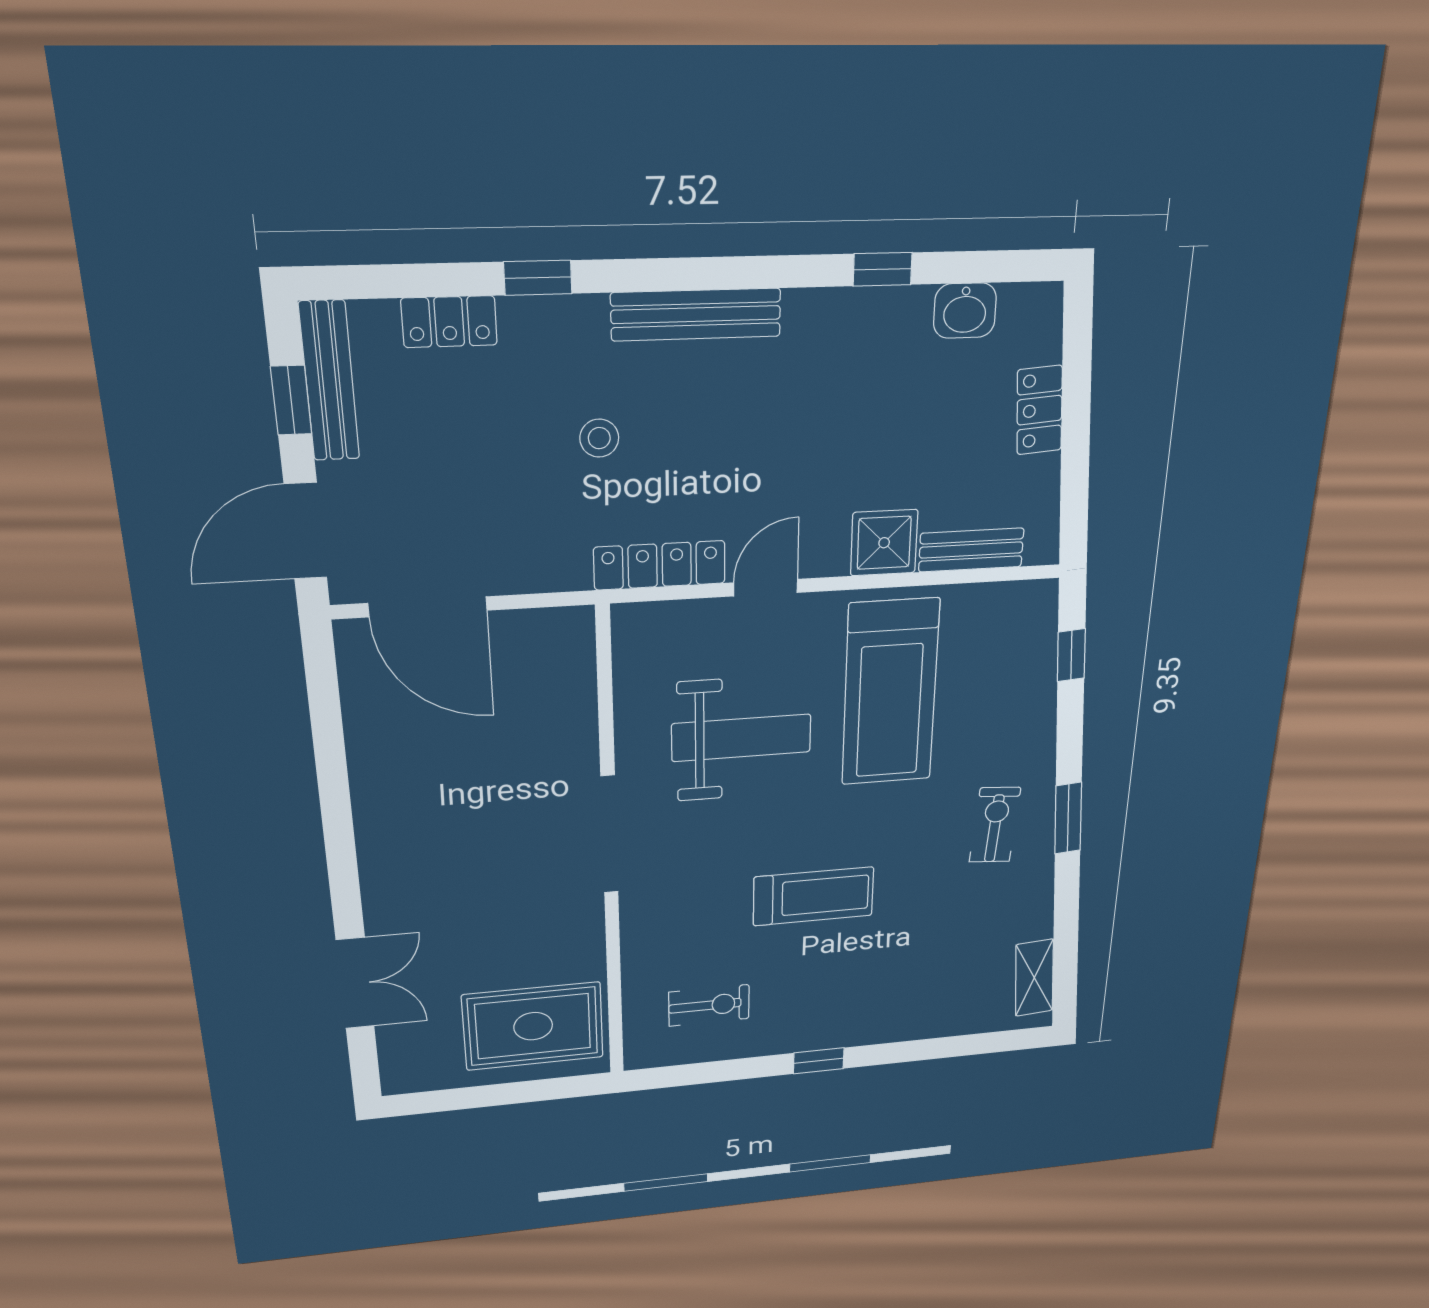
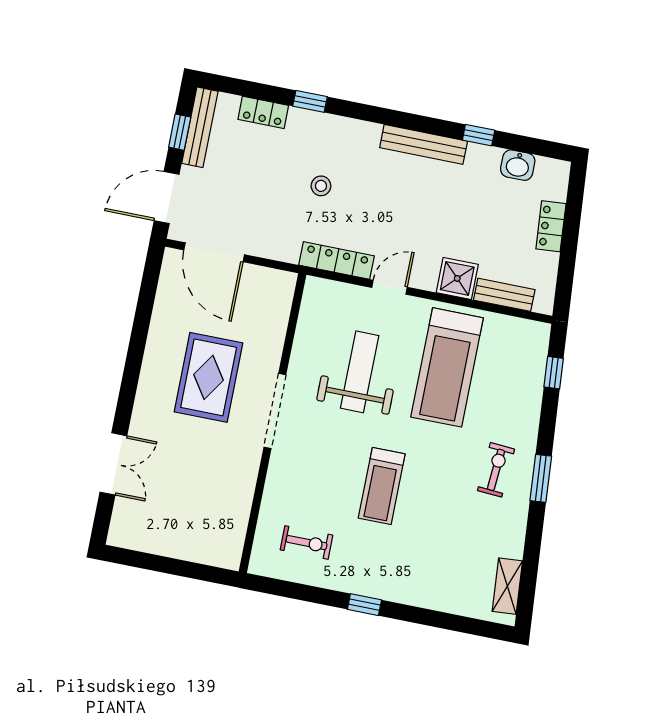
bench: (696, 315) -> (424, 144), moved
weight bench: (741, 738) -> (360, 372), turned -90
treadmill: (813, 896) -> (382, 486), turned 90
rug: (533, 1026) -> (209, 377), moved, turned 90

